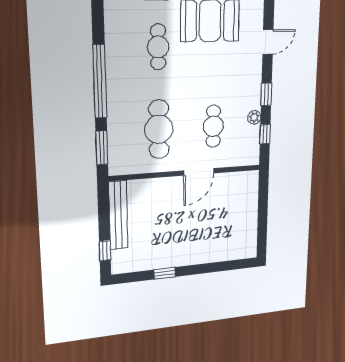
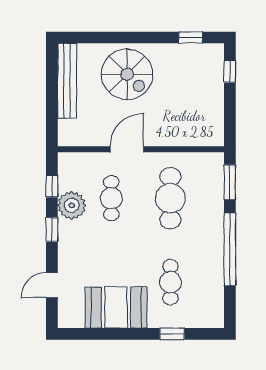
plant: (254, 117) -> (72, 205), width x1.88, depth x1.88
bench: (118, 215) -> (67, 81), moved
spiral stairs: (198, 238) -> (127, 74), added
window: (165, 273) -> (191, 38), moved

